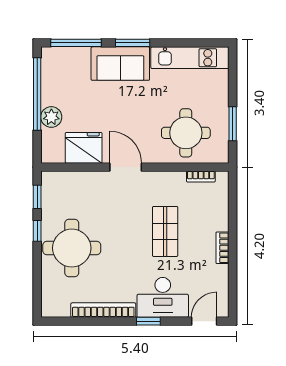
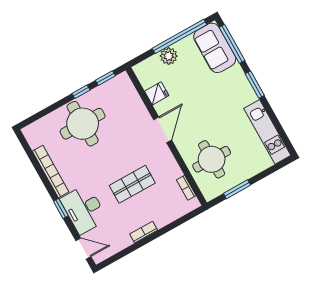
sofa: (120, 64) -> (215, 48), moved
fridge: (84, 148) -> (157, 93), width x0.53, depth x0.75

